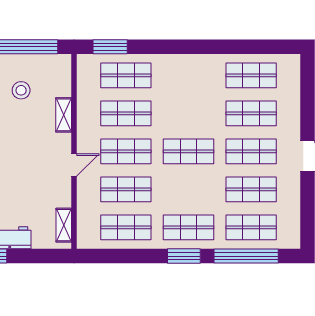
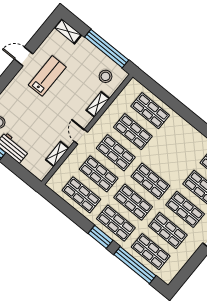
window: (110, 47) -> (154, 88), removed
stool: (21, 90) -> (105, 76), moved
door: (74, 165) -> (81, 137), swing flipped
shop shelf: (189, 189) -> (133, 202), added
shelving: (64, 225) -> (57, 154), moved

